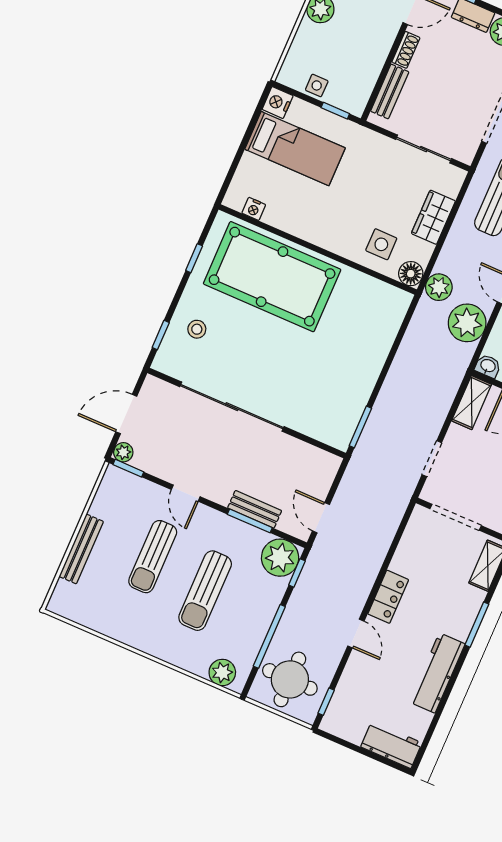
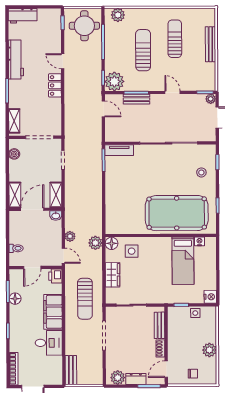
bed: (295, 149) -> (183, 261), moved, turned -90
plant: (467, 323) -> (70, 236), width x0.53, depth x0.53
tv unit: (325, 432) -> (119, 150), added
sun lounger: (153, 557) -> (175, 39), moved

